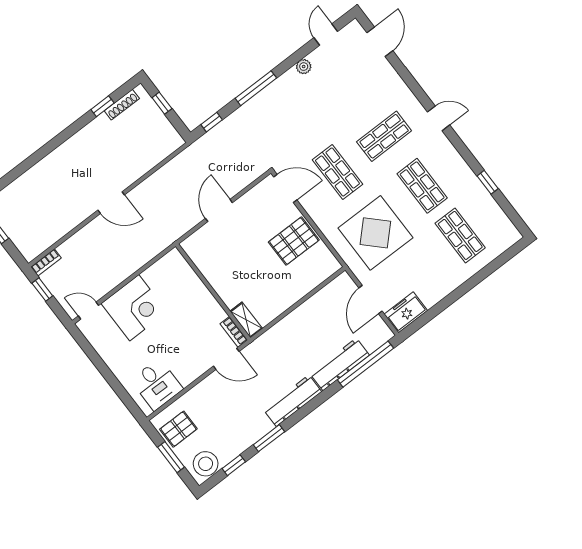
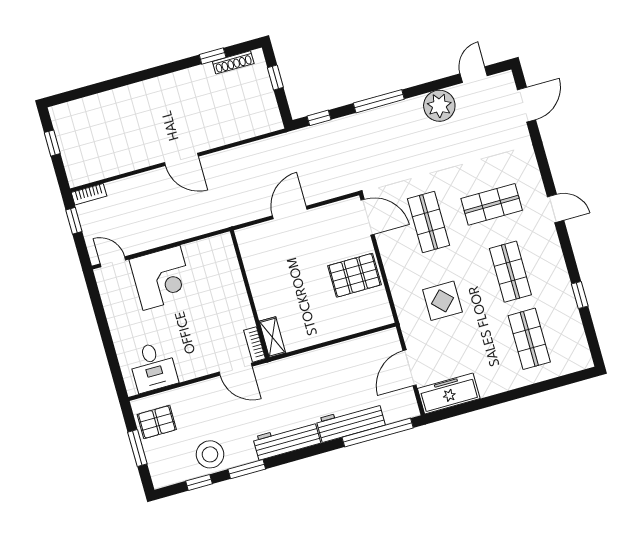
plant: (304, 67) -> (439, 106), width x1.88, depth x1.88
display table: (375, 233) -> (442, 301), width x0.54, depth x0.54
freezer: (406, 312) -> (449, 394), width x1.40
stool: (206, 464) -> (210, 454), moved

